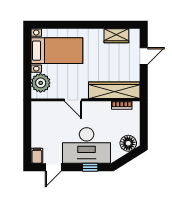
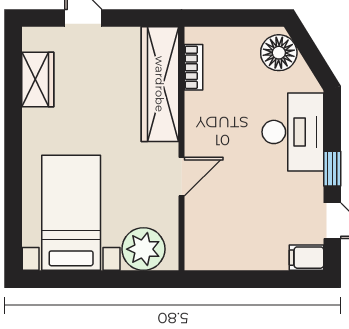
desk: (87, 145) -> (293, 132), width x0.73, depth x0.77
window: (90, 167) -> (332, 169), moved

